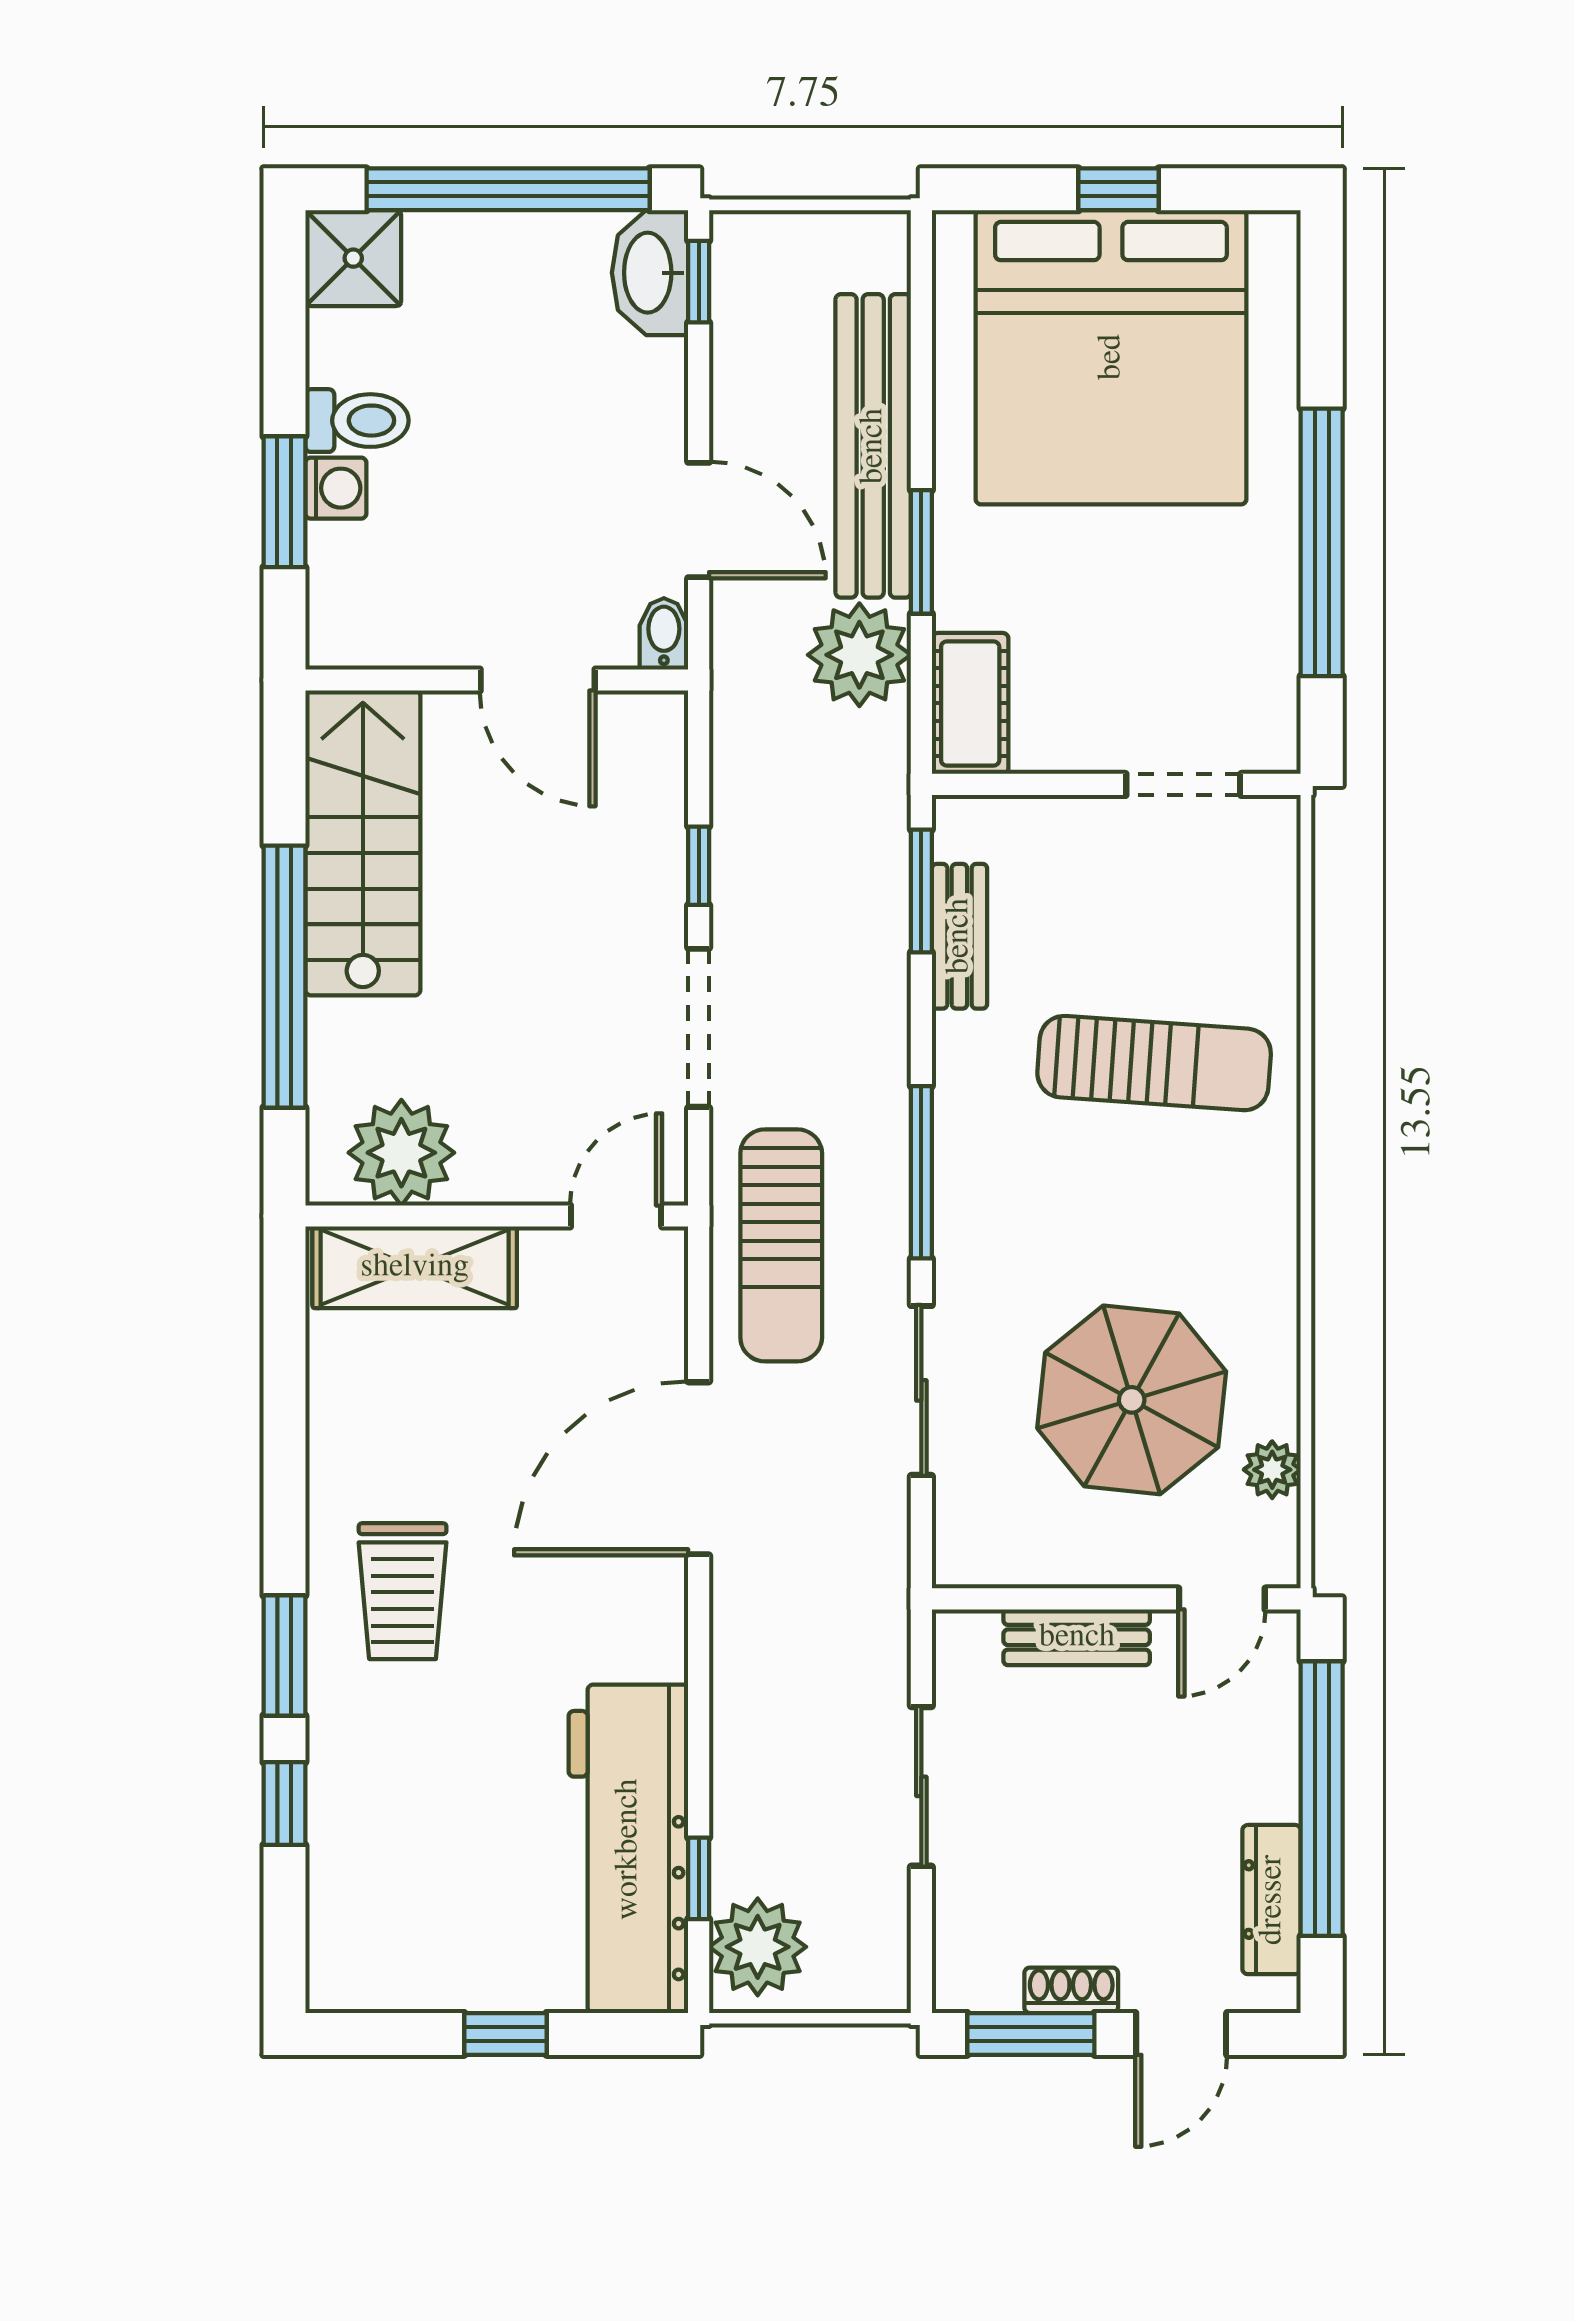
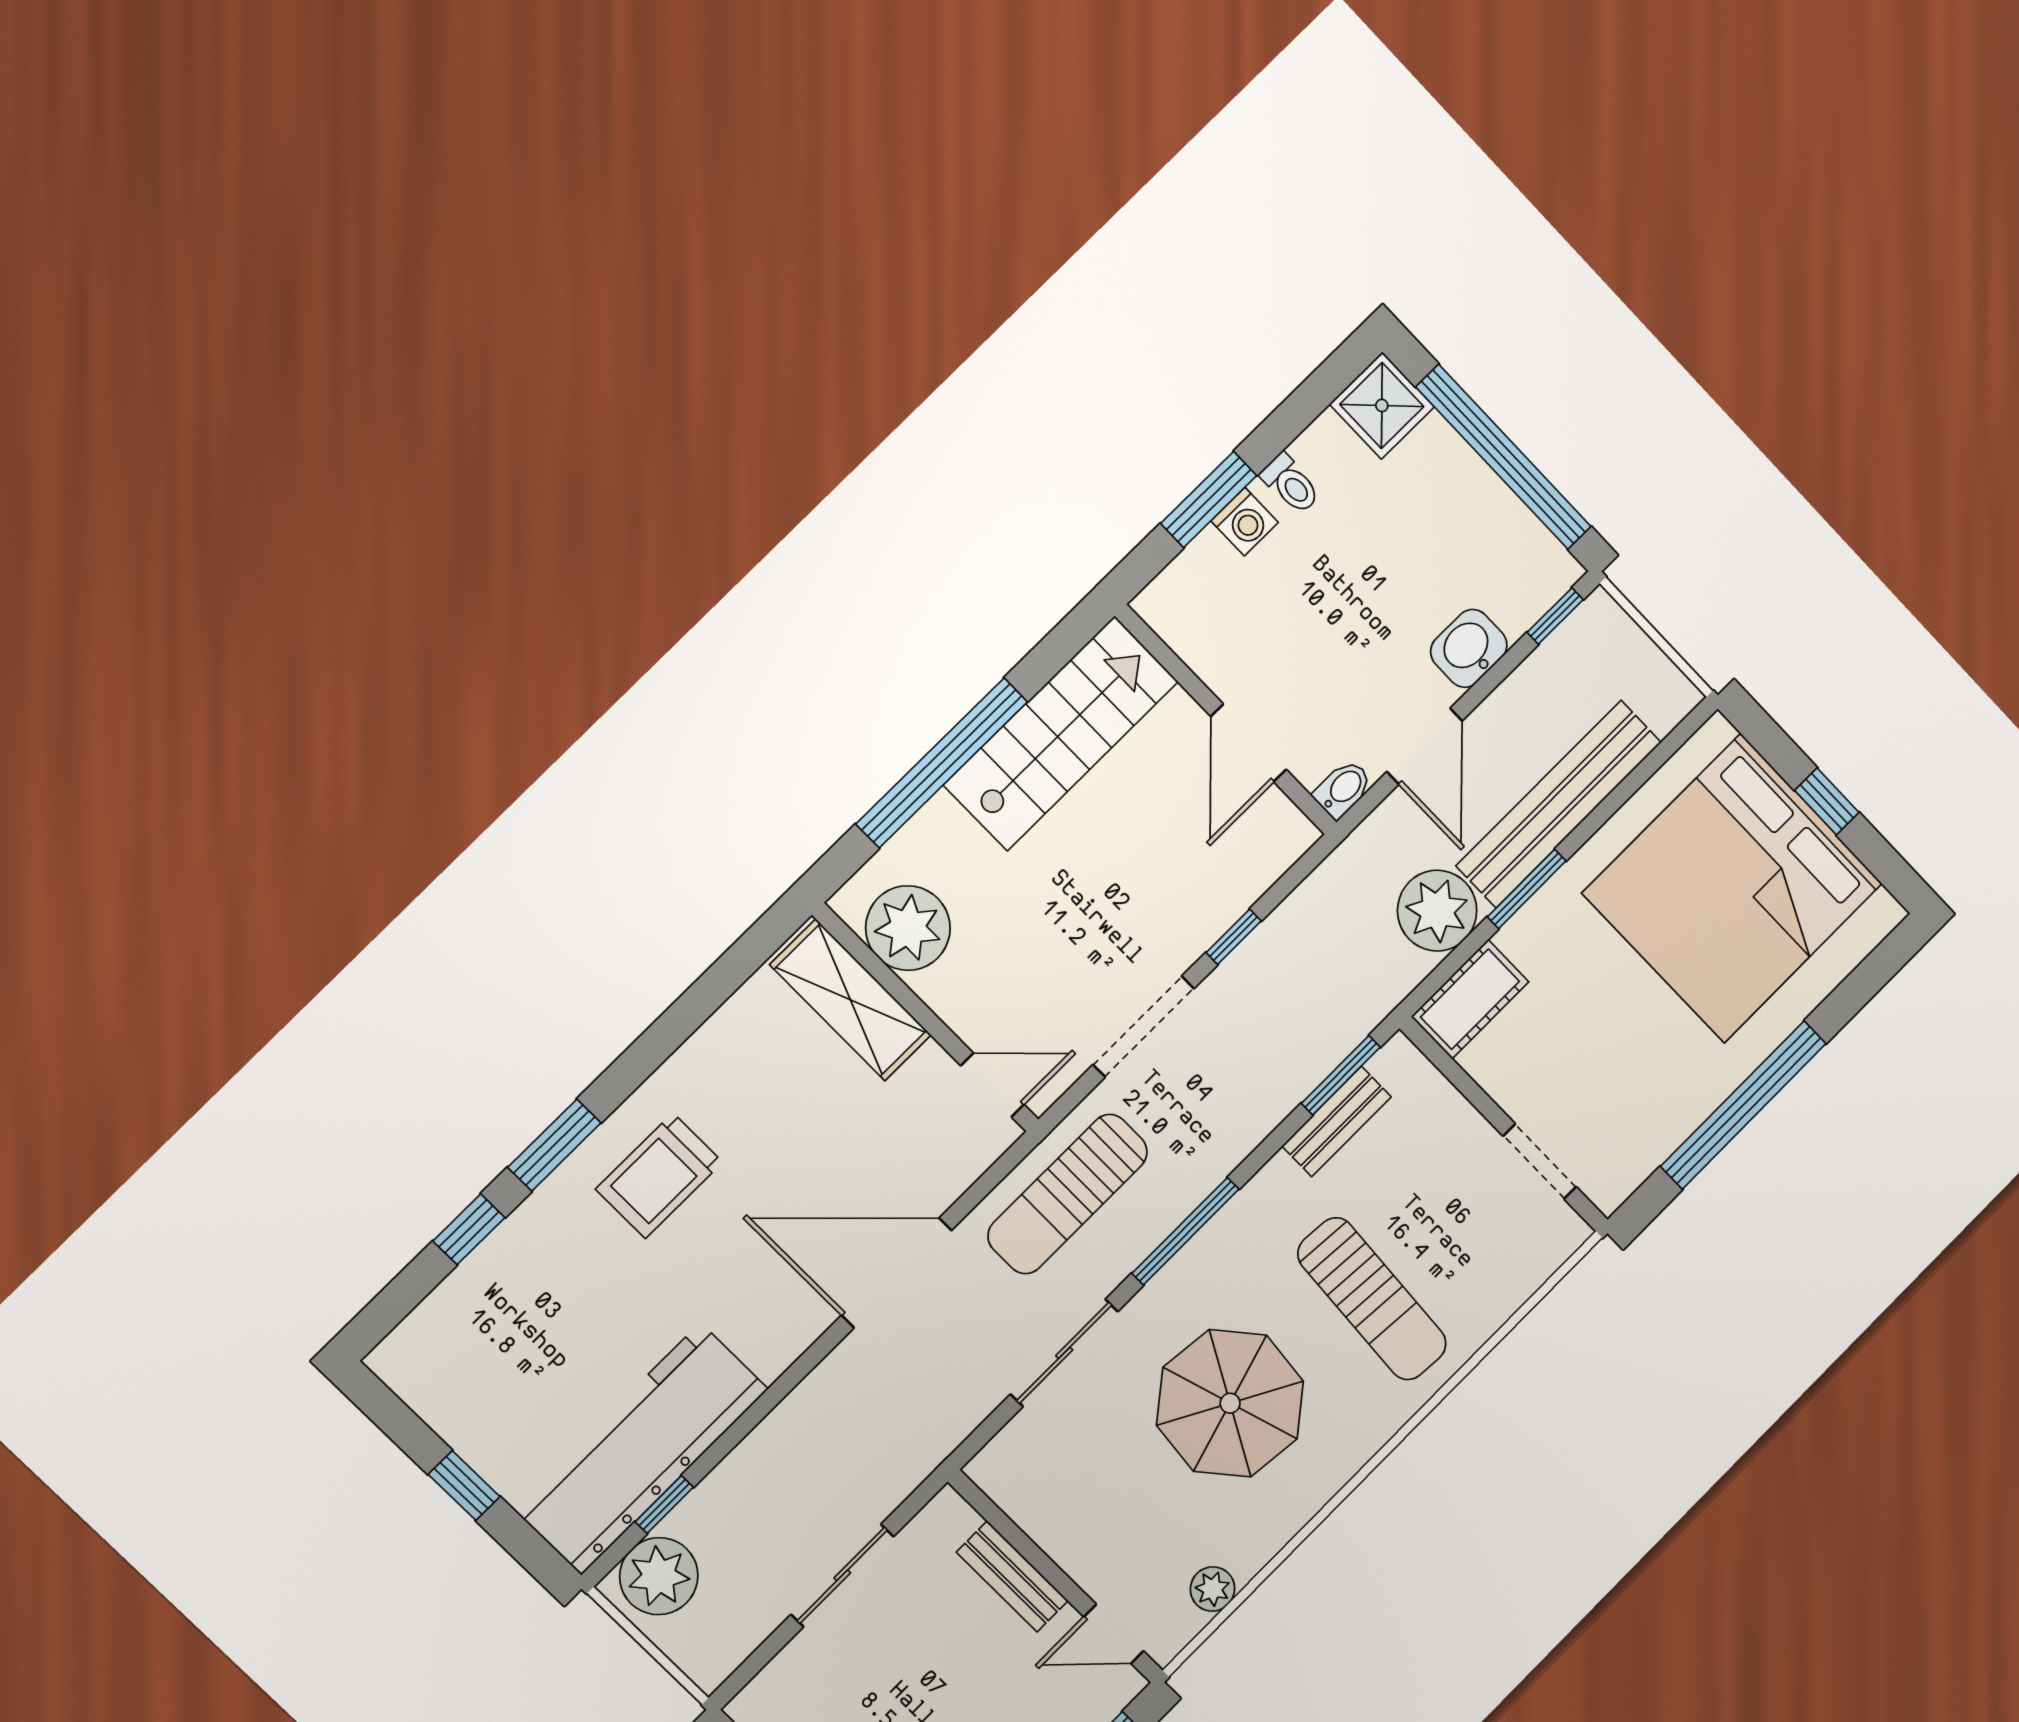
washbasin: (650, 273) -> (1469, 648), moved, width x0.72
toilet: (357, 421) -> (1291, 484), width x0.73, depth x0.72
parasol: (1132, 1400) -> (1230, 1403), moved

